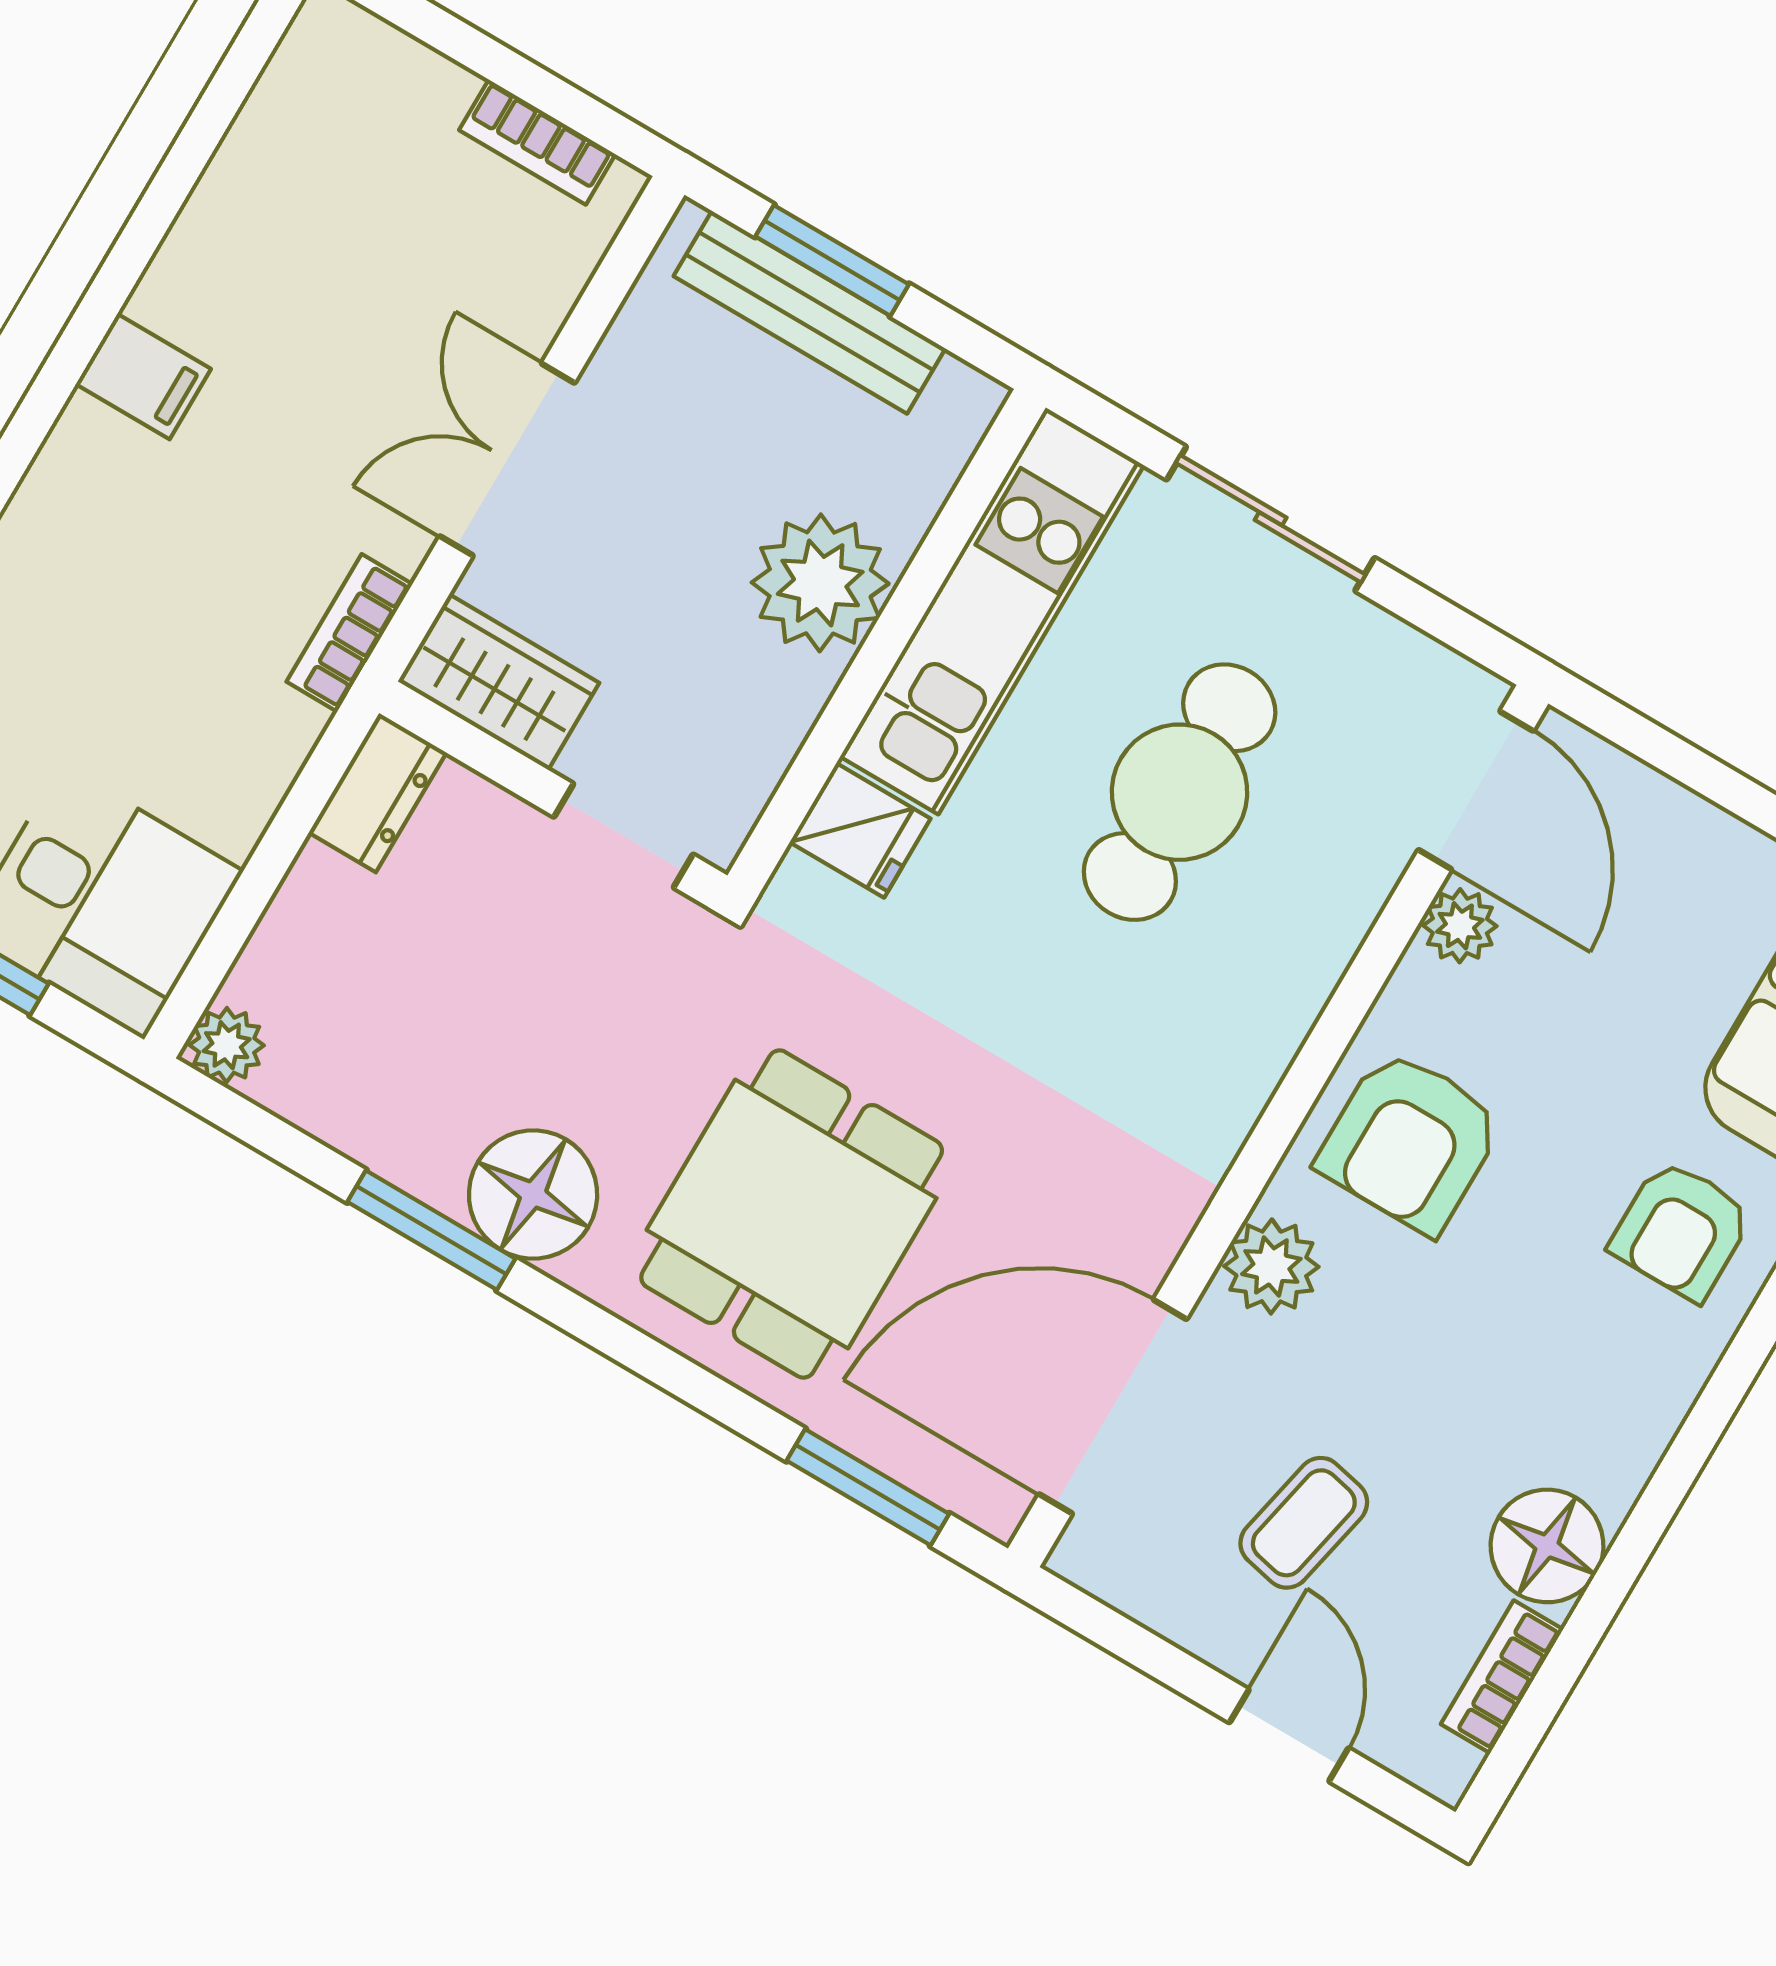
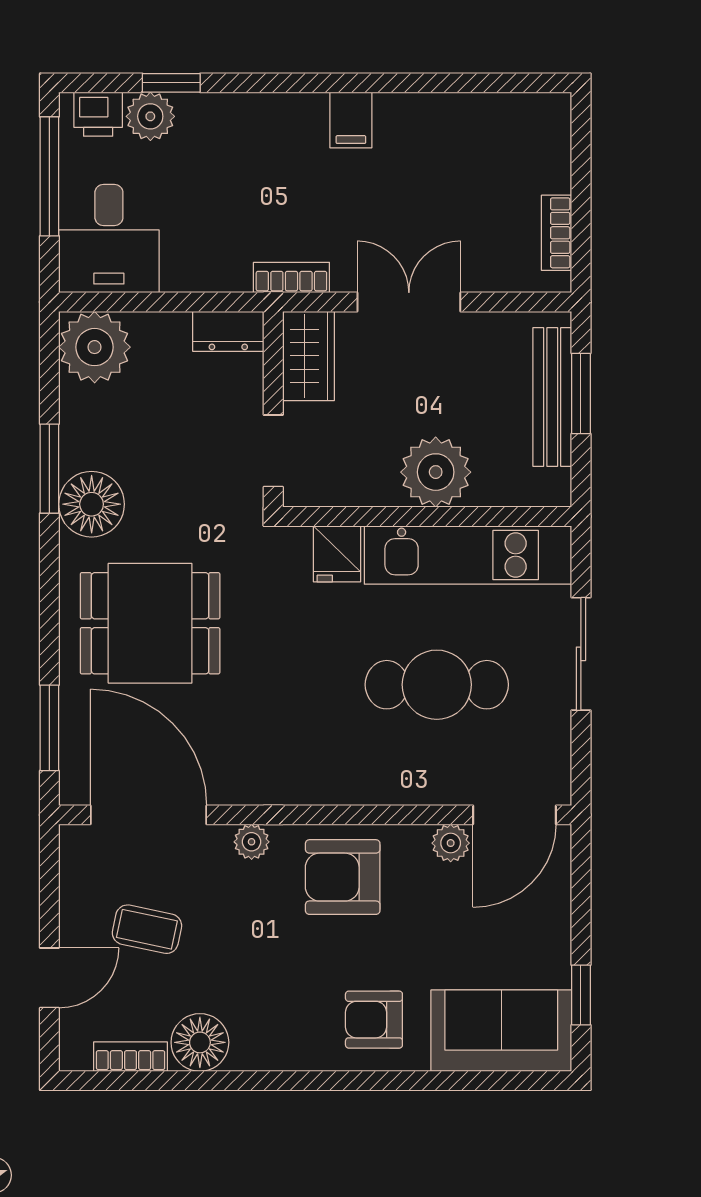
plant: (227, 1045) -> (95, 347), width x1.87, depth x1.87
plant: (1271, 1266) -> (252, 842), width x0.73, depth x0.73

